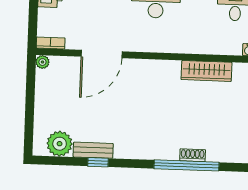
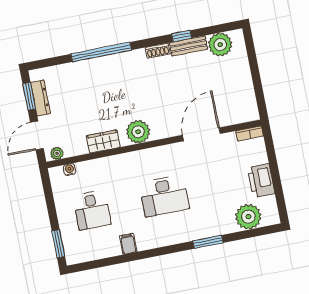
plant: (42, 62) -> (138, 132), moved, width x1.87, depth x1.87
wardrobe: (207, 71) -> (103, 141), width x0.67
shoe rack: (193, 155) -> (158, 51), moved

